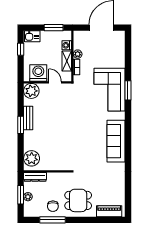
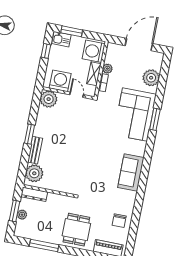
window: (54, 28) -> (72, 31), moved
washing machine: (67, 45) -> (94, 51), width x1.89, depth x1.89
plant: (117, 55) -> (151, 78), added
bench: (28, 118) -> (35, 150), moved
sofa: (116, 141) -> (131, 173), width x0.73
dining table: (78, 200) -> (76, 230), turned 90
chair: (53, 206) -> (119, 221), moved

